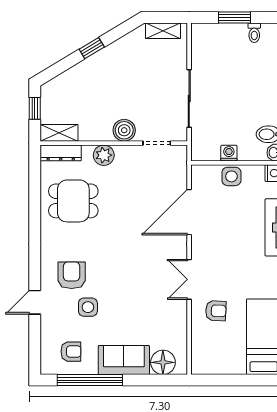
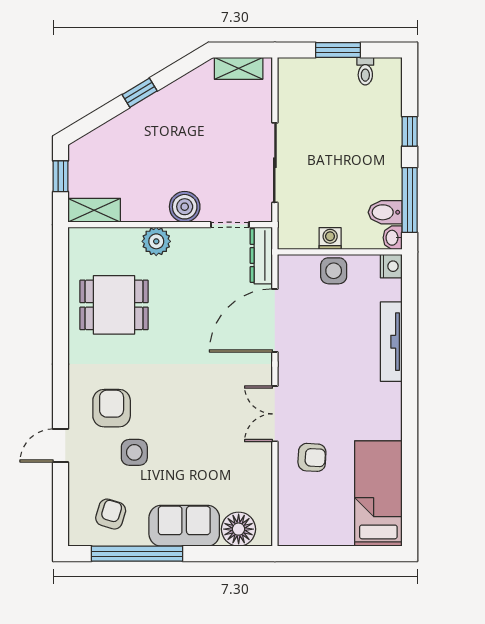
dresser: (61, 153) -> (261, 255), moved, turned 90
armchair: (71, 352) -> (111, 514), turned -73

